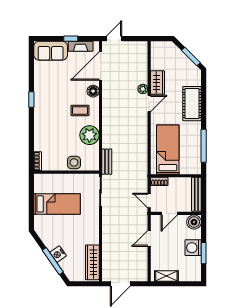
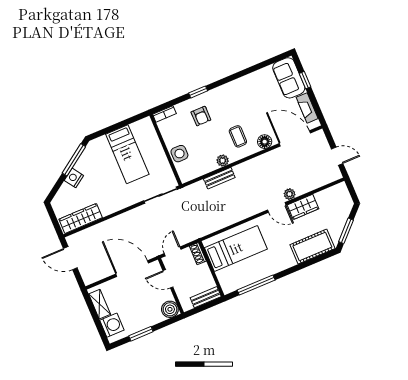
window: (71, 39) -> (305, 80), moved
door: (114, 39) -> (337, 156), moved
window: (31, 100) -> (198, 92), moved
cot: (192, 104) -> (312, 247), moved
armchair: (51, 133) -> (201, 116), added
plant: (89, 135) -> (223, 161), width x0.53, depth x0.53
bench: (107, 162) -> (219, 178), moved
bench: (196, 194) -> (206, 297), width x0.73
door: (149, 238) -> (132, 269), width x1.88
washing machine: (193, 248) -> (112, 325), moved, turned 90
window: (53, 261) -> (74, 160), moved

